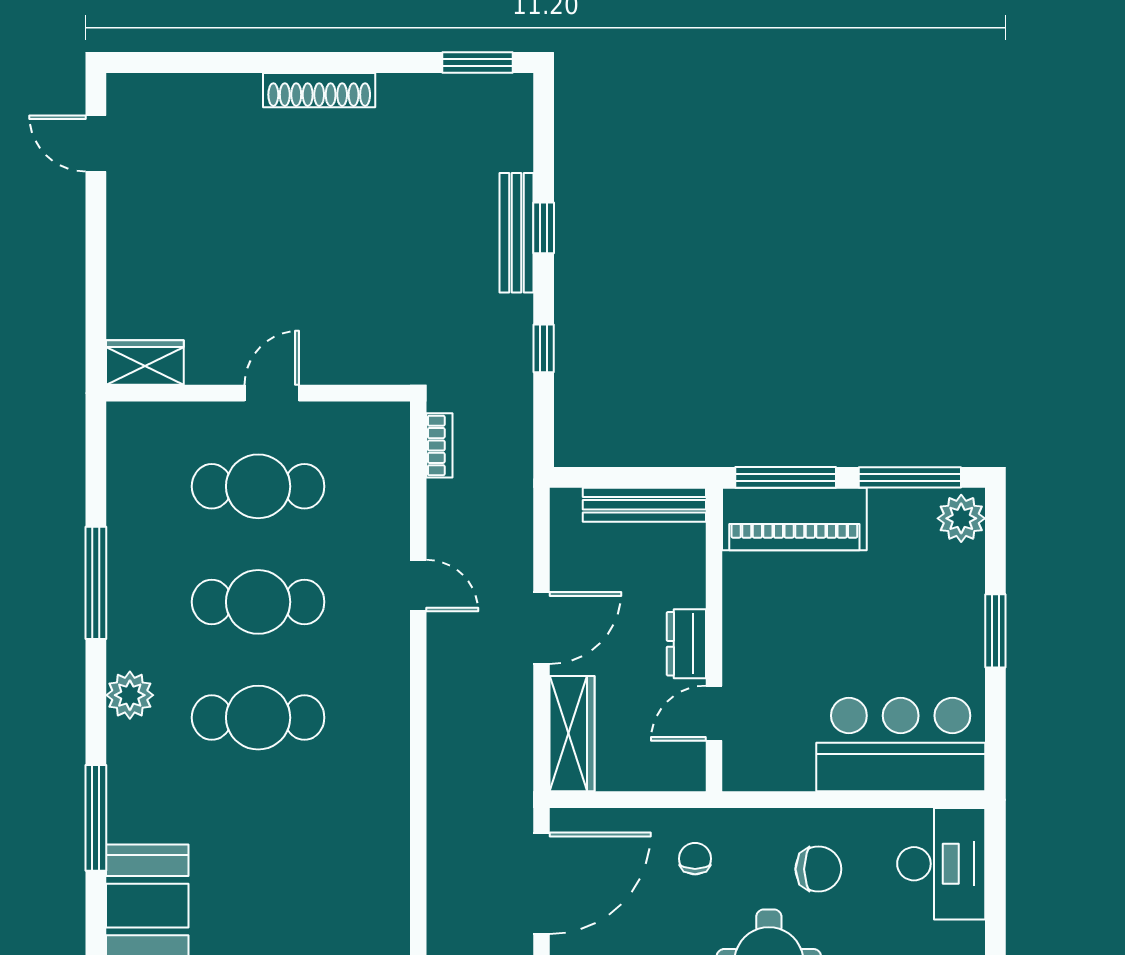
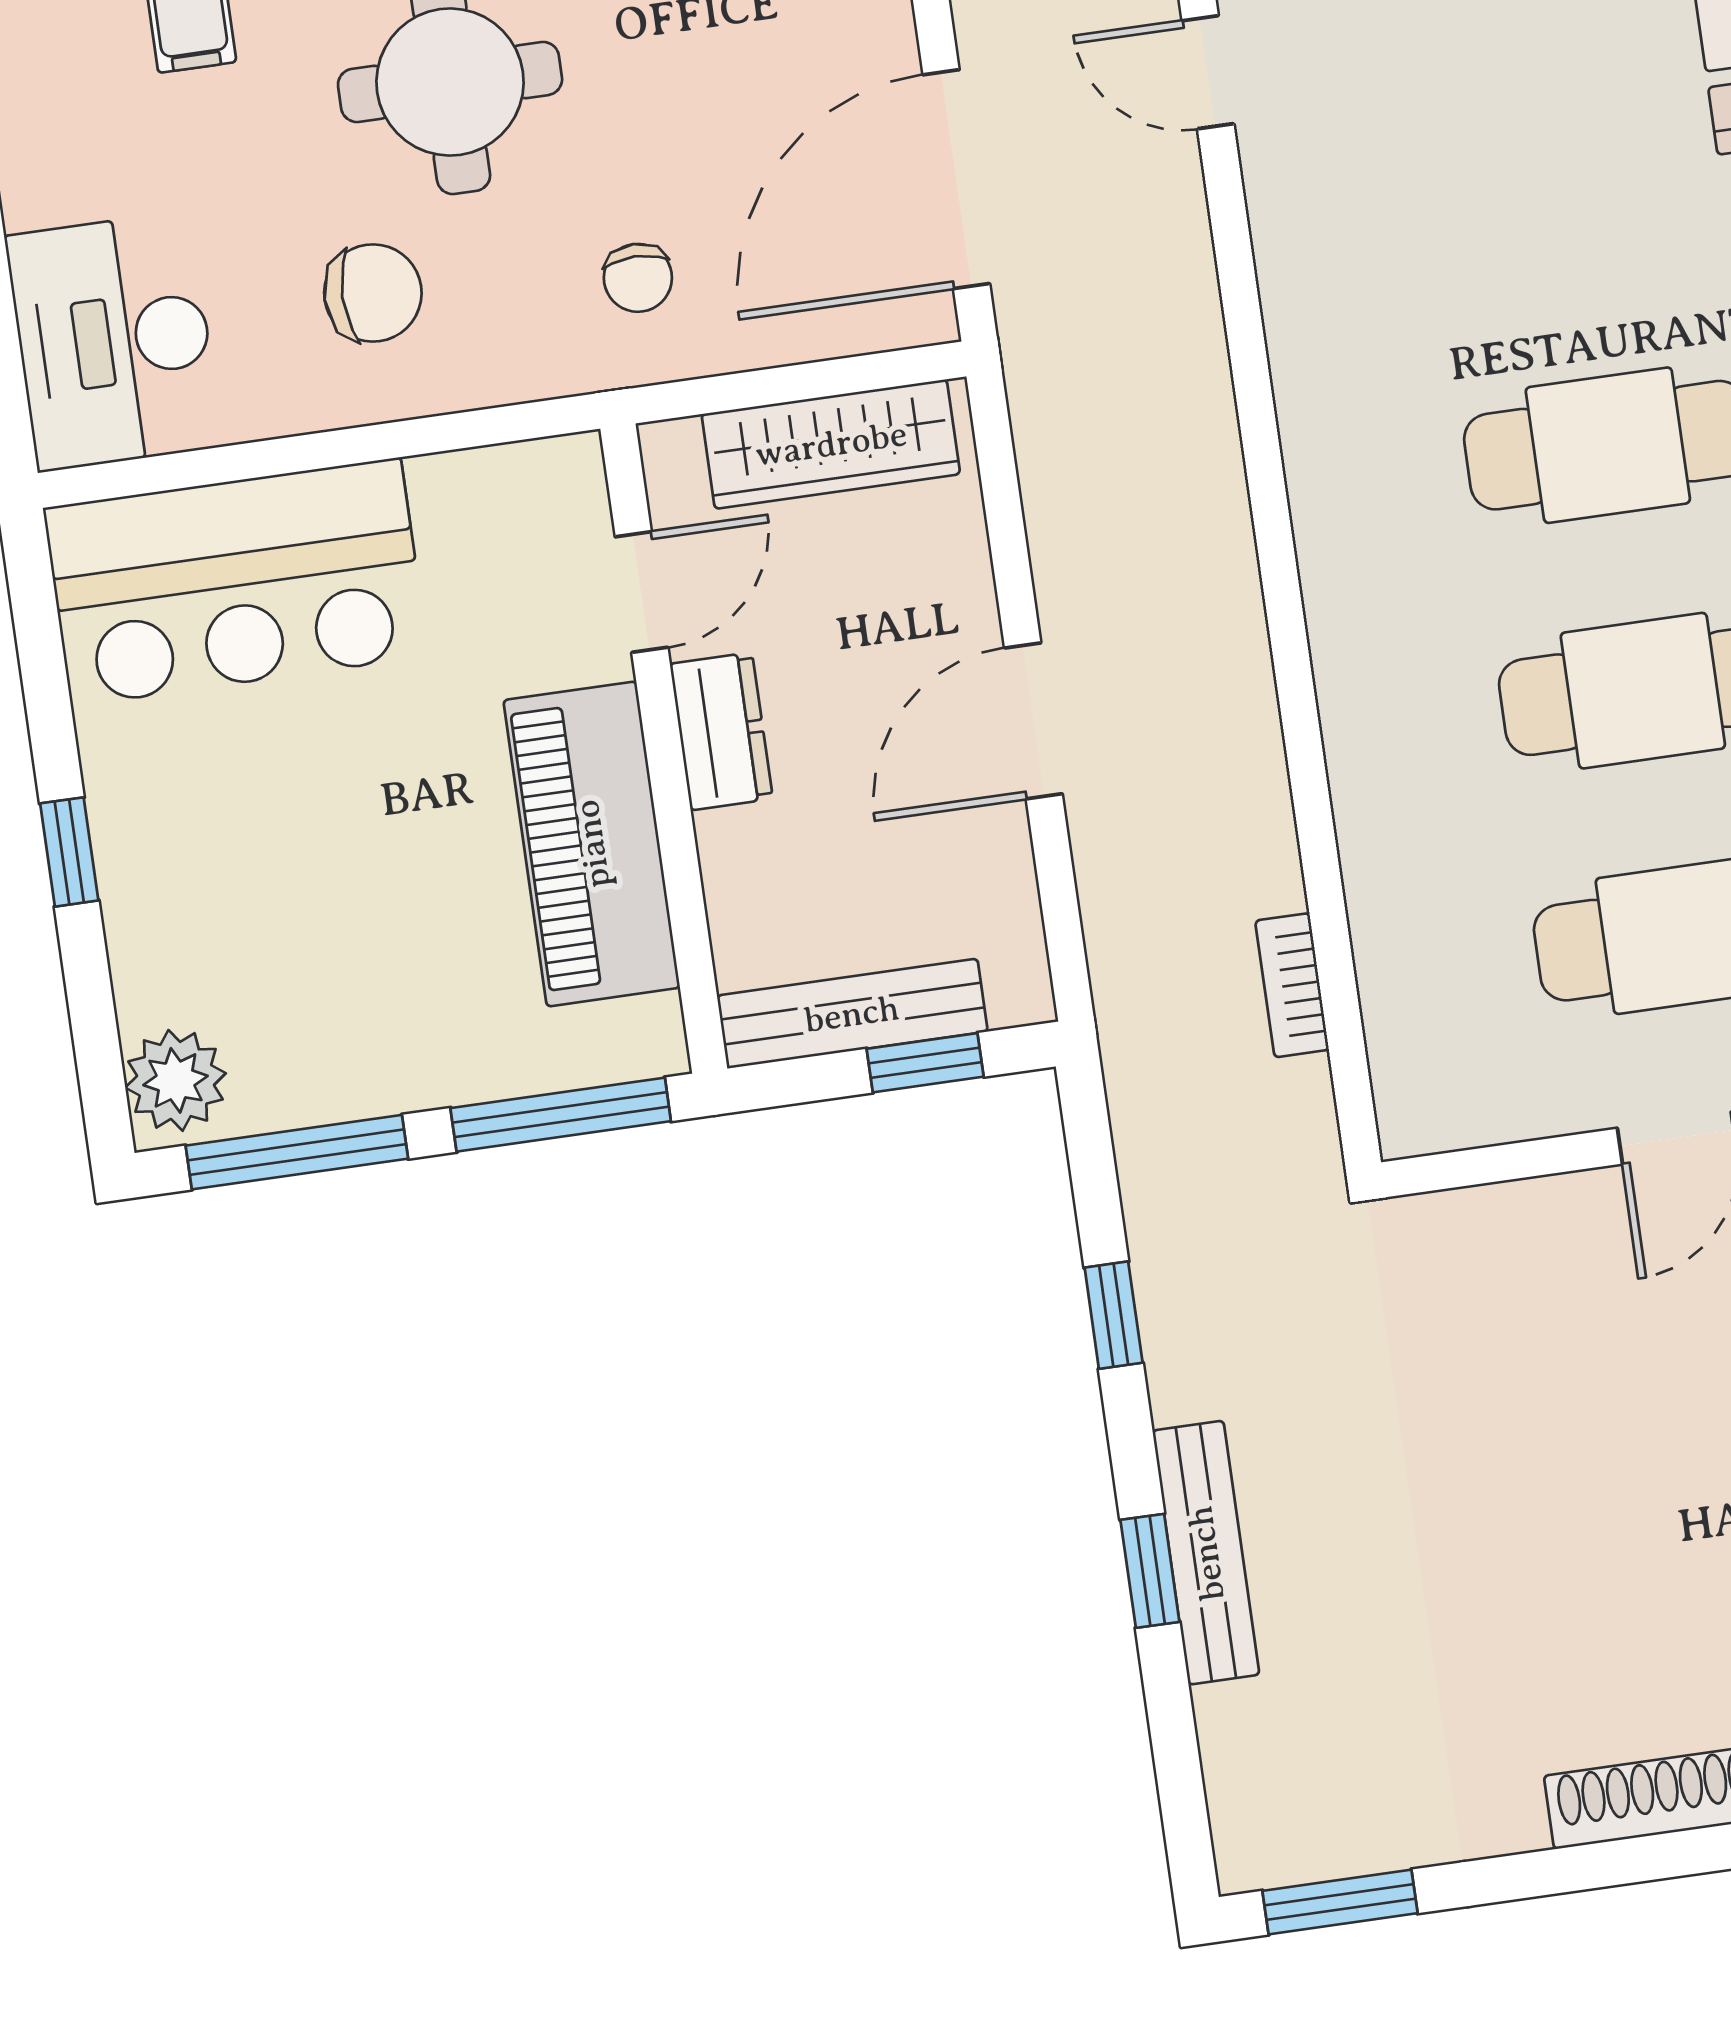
bookcase: (439, 445) -> (1292, 985), moved
window: (614, 477) -> (925, 1063), added
piano: (794, 519) -> (592, 844), moved, turned -90
door: (418, 586) -> (1208, 72), moved
window: (995, 631) -> (69, 852), width x0.67
wardrobe: (572, 734) -> (831, 444), moved, turned -90
chair: (818, 869) -> (373, 293), turned 180

